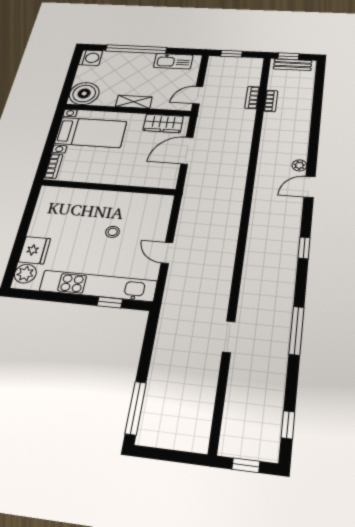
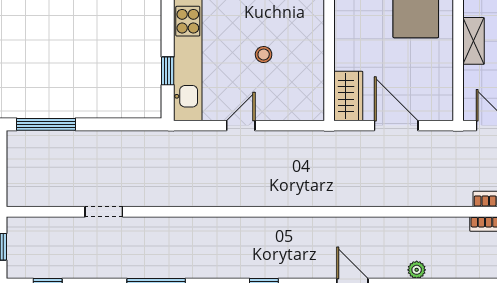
wardrobe: (163, 123) -> (348, 96), moved, turned 180
plant: (299, 165) -> (417, 270), moved
doorway: (229, 337) -> (104, 212), moved

